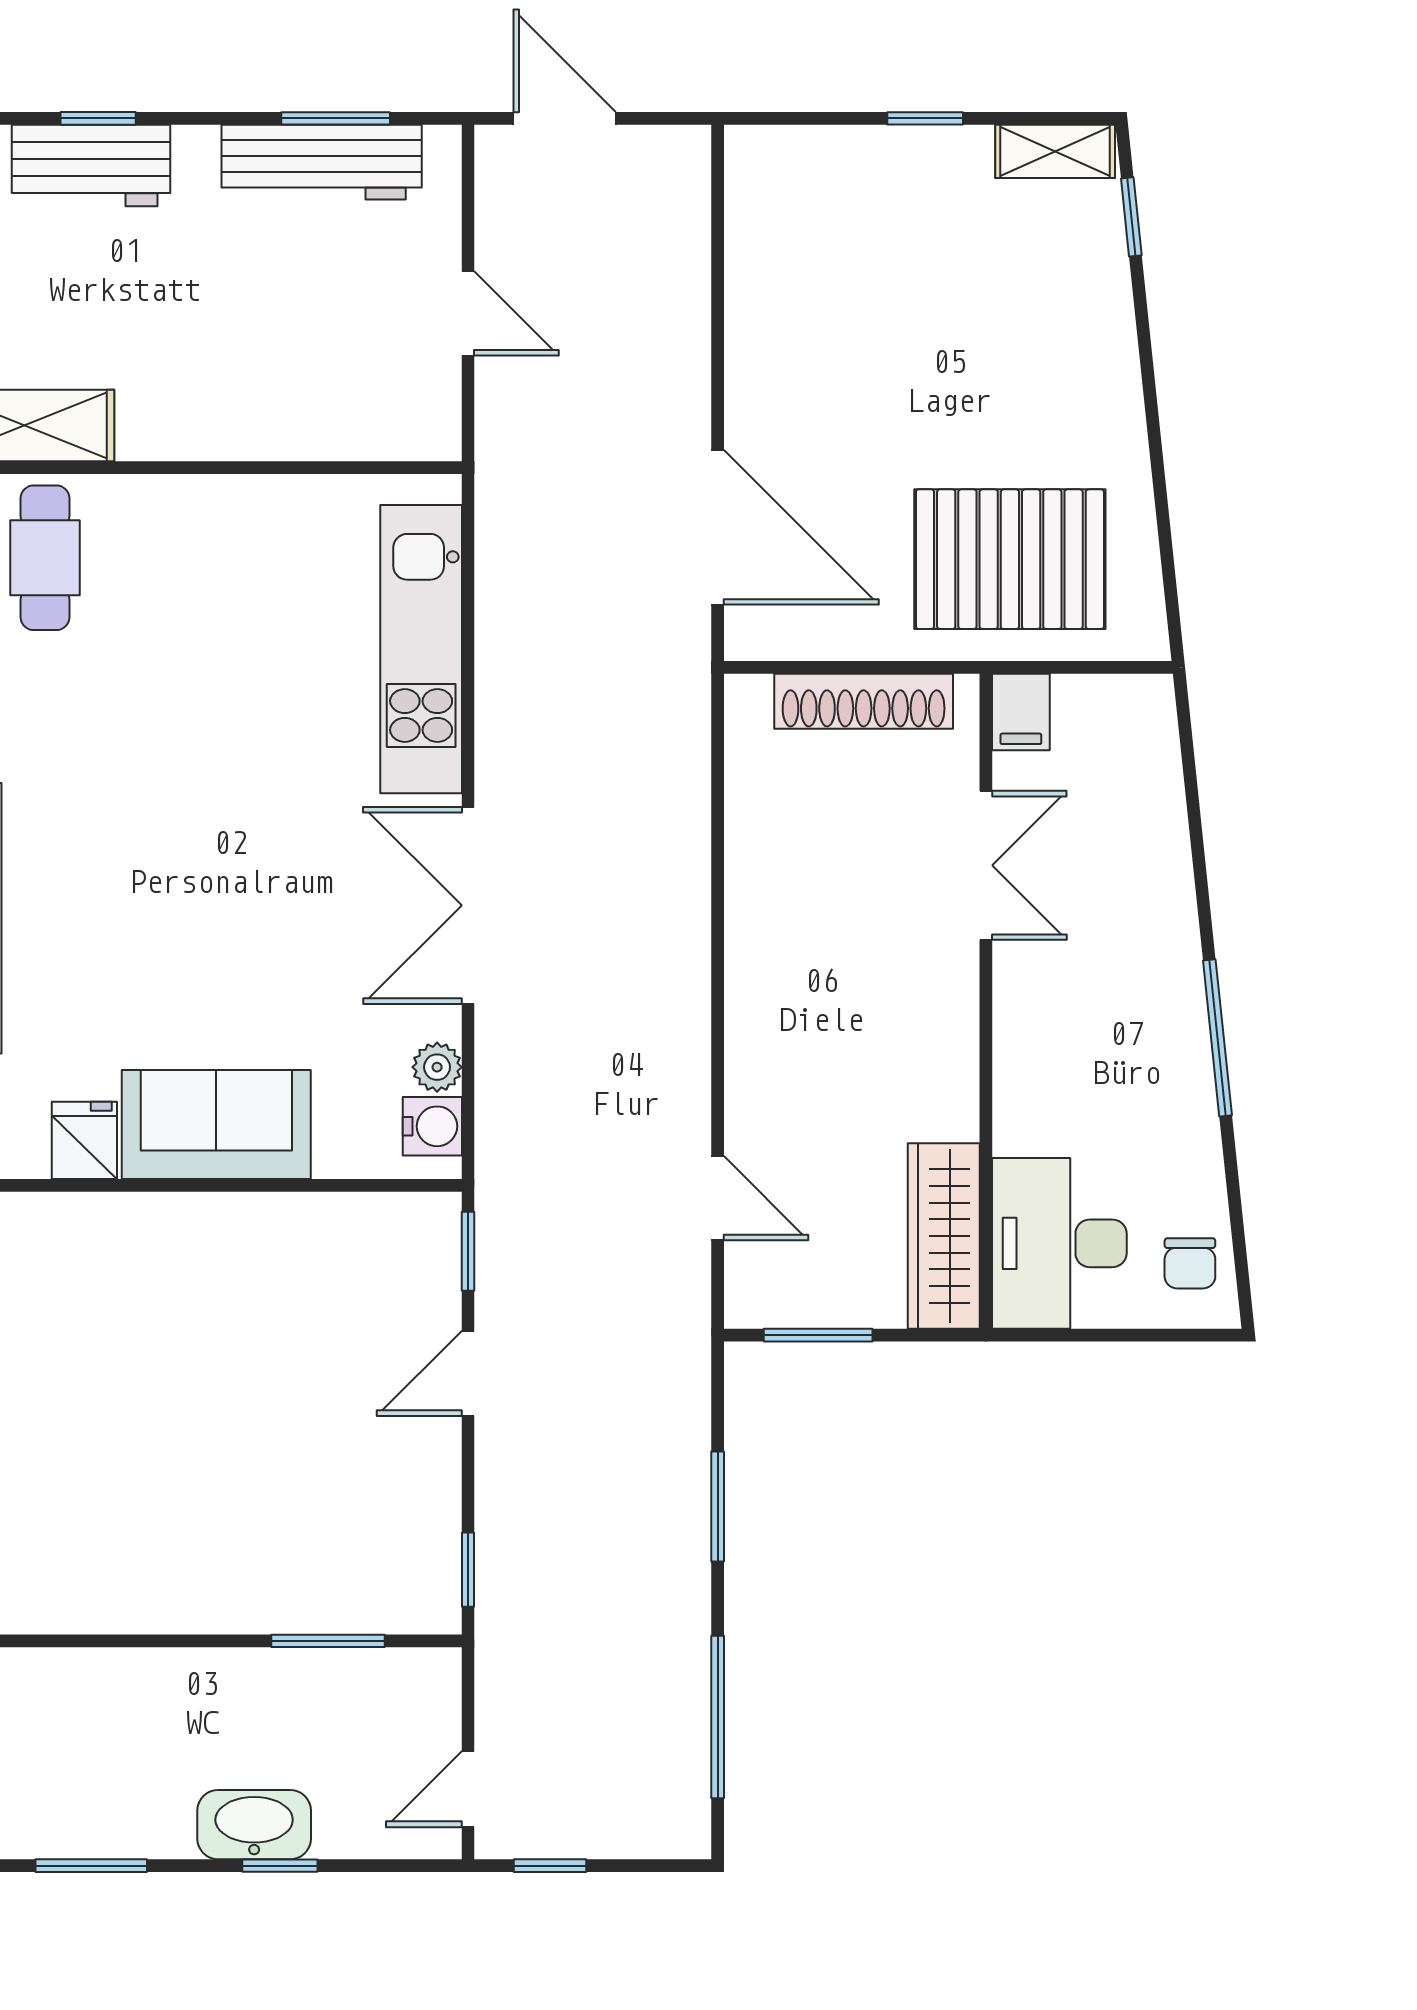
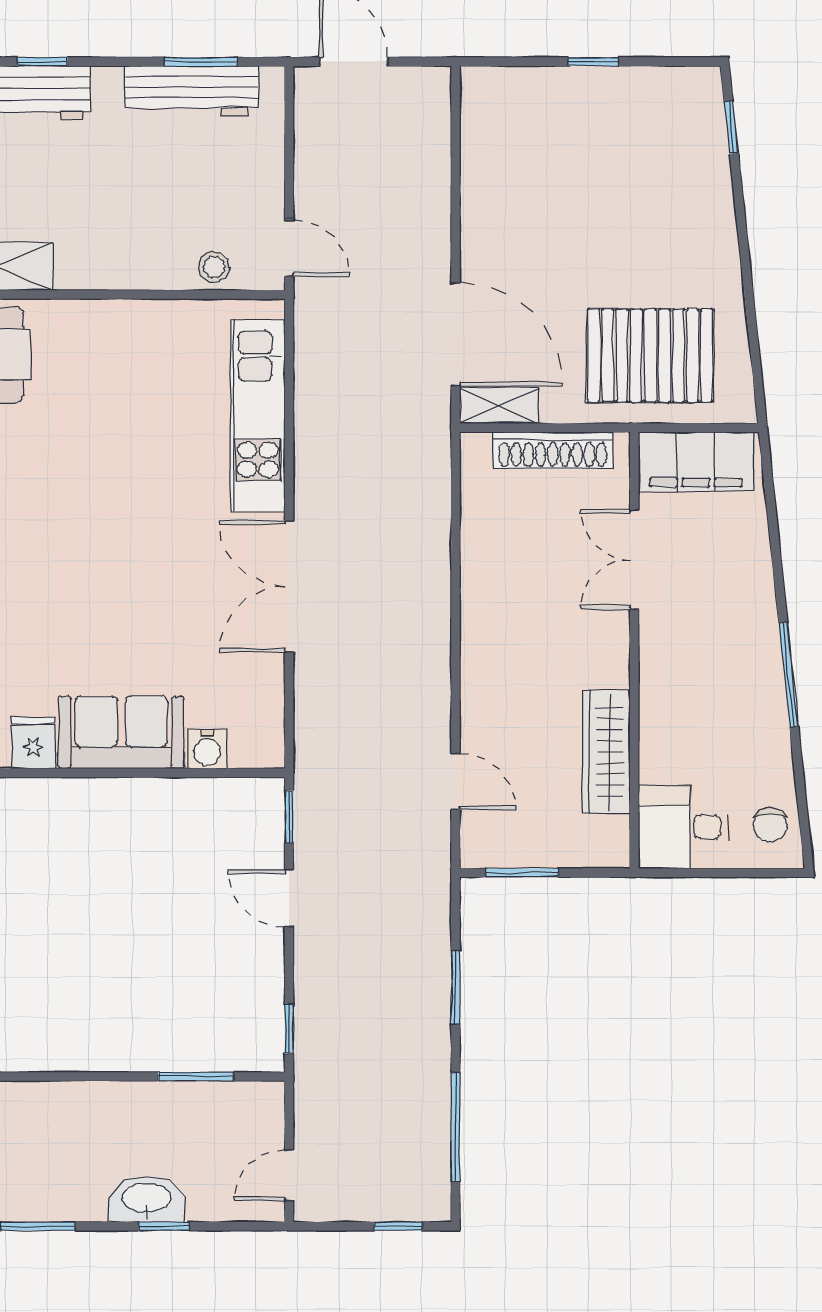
shelving: (1055, 151) -> (499, 406), moved
door: (468, 313) -> (289, 248), moved
stool: (355, 426) -> (214, 267), added
filing cabinet: (1021, 712) -> (696, 462), width x3.00, depth x1.17
double door: (986, 865) -> (634, 560), swing flipped
plant: (437, 1067) -> (268, 694), removed
water cooler: (432, 1126) -> (207, 749), moved, turned 90
wardrobe: (944, 1236) -> (606, 752), moved
desk: (1059, 1243) -> (683, 827), width x0.73
door: (468, 1373) -> (289, 898), hinge flipped
window: (550, 1866) -> (398, 1226), moved

